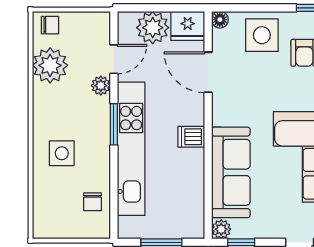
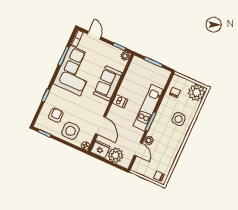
door: (114, 59) -> (138, 149), swing flipped
plant: (50, 65) -> (197, 92), moved
kitchen unit: (131, 149) -> (148, 108), width x0.73
sofa: (231, 172) -> (108, 84), width x0.73

